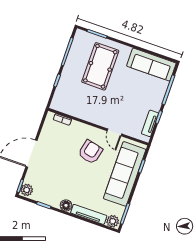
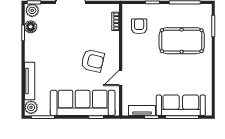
sofa: (151, 65) -> (181, 105), moved, turned 90
armchair: (74, 100) -> (139, 26), added
floor lamp: (66, 205) -> (31, 27), moved

